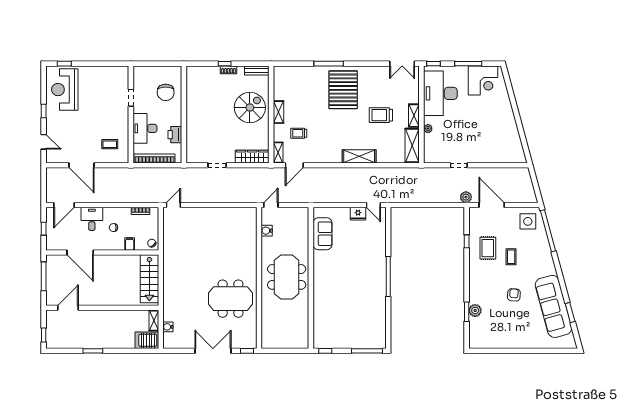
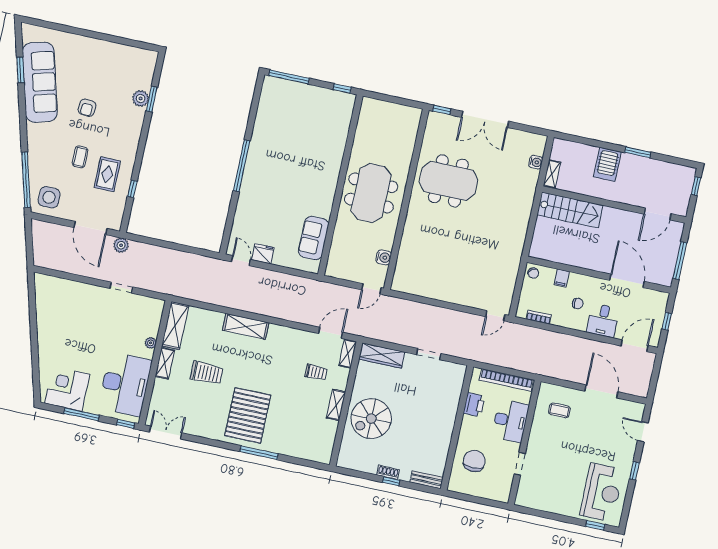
bench: (257, 71) -> (427, 480), moved
stairs: (149, 279) -> (570, 210), moved, turned 90
server rack: (147, 340) -> (607, 164), moved, turned 90

